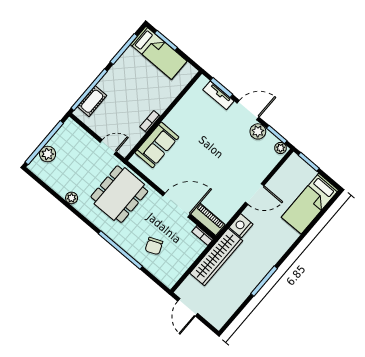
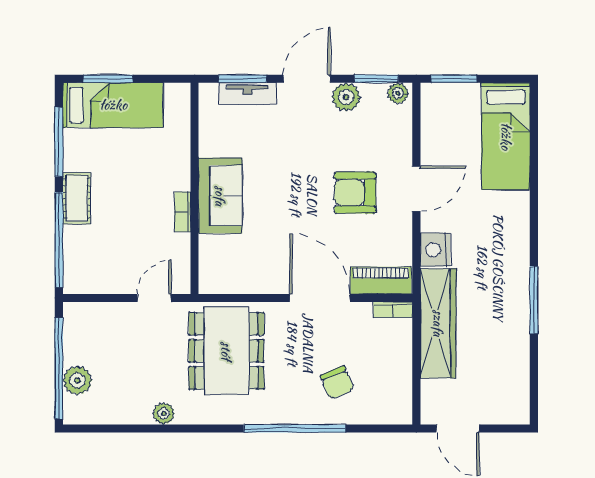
cot: (92, 101) -> (77, 198), moved
sofa: (157, 145) -> (220, 196), moved
armchair: (228, 174) -> (355, 193), added
door: (176, 205) -> (320, 298), hinge flipped

